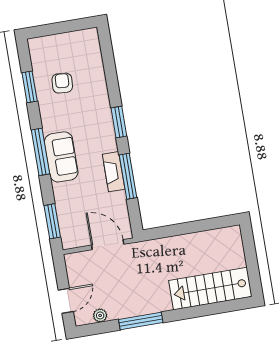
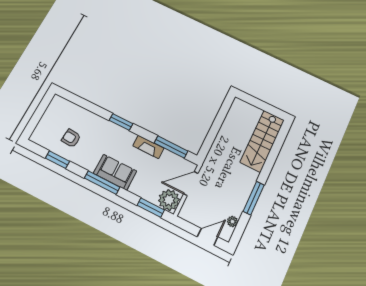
window: (128, 176) -> (171, 147), moved
plant: (74, 234) -> (169, 200), added
door: (66, 301) -> (208, 237), hinge flipped

